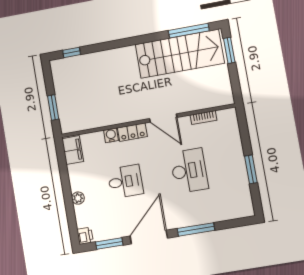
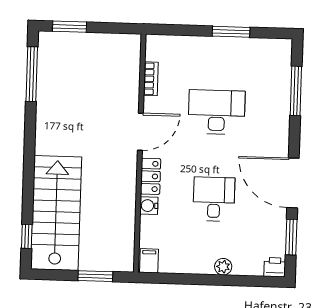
stairs: (180, 54) -> (56, 213), moved
filing cabinet: (73, 150) -> (149, 261), width x0.50
window: (196, 229) -> (296, 91), moved

